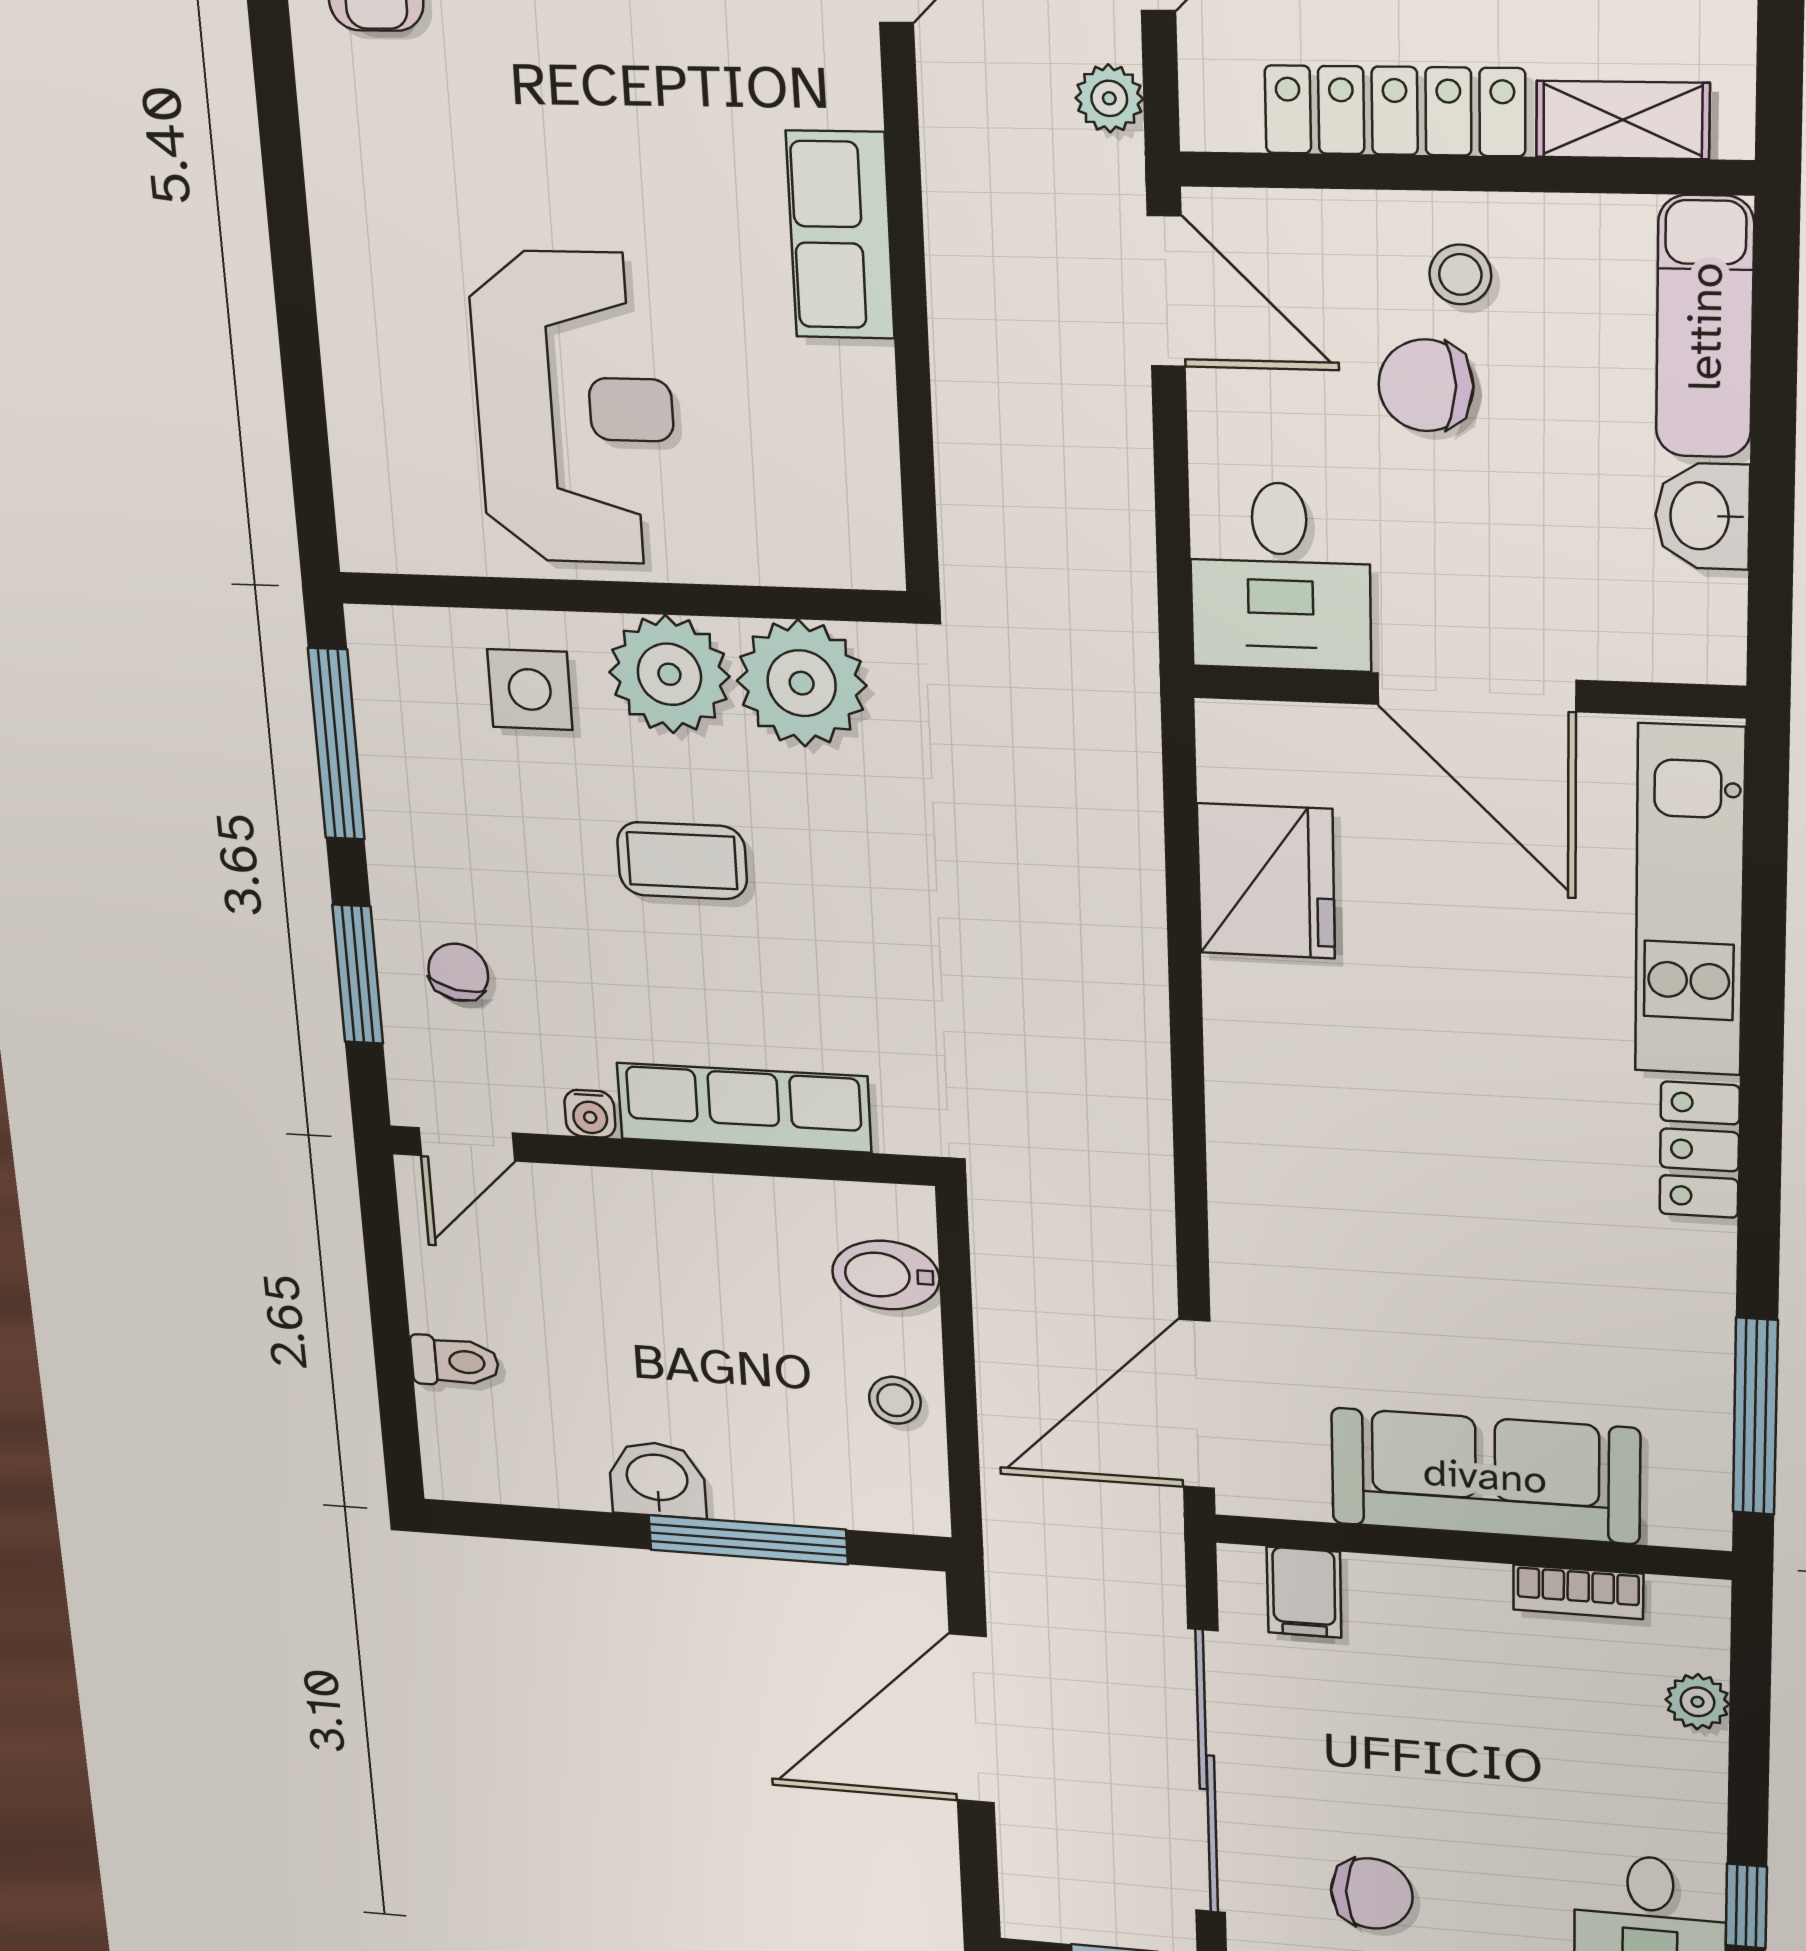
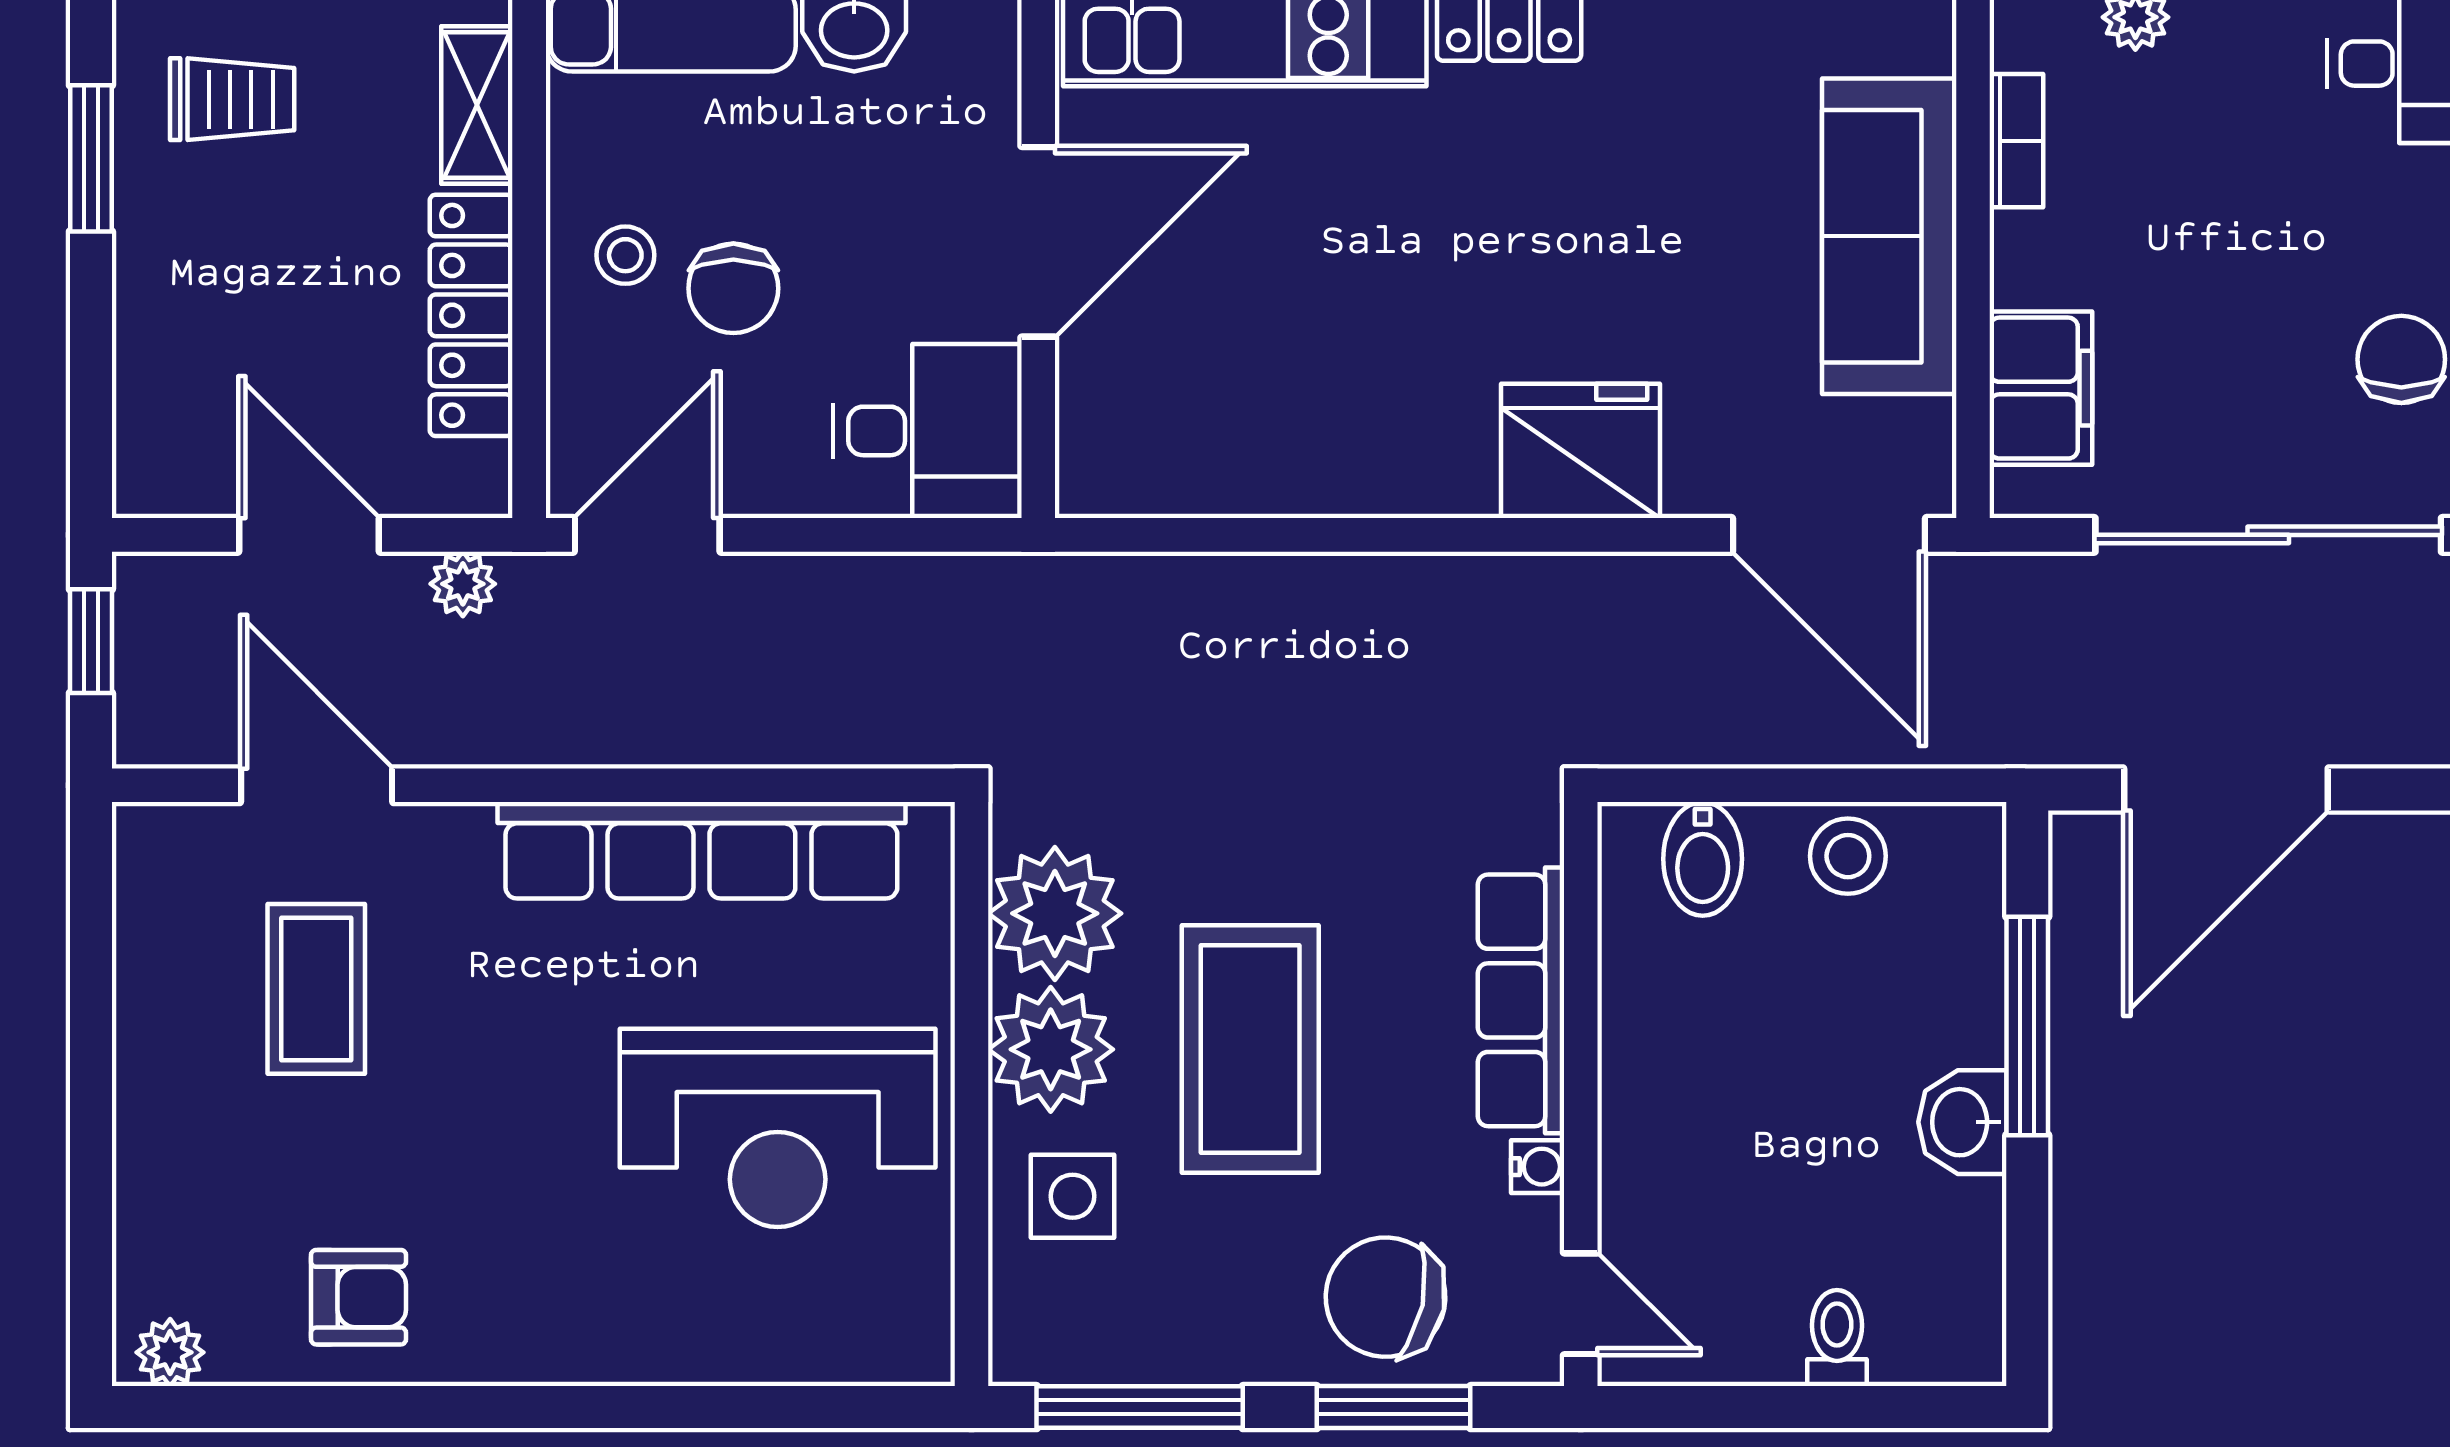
row of seats: (840, 235) -> (701, 850), width x2.02
reception desk: (575, 408) -> (778, 1128), turned 180
coffee table: (682, 861) -> (1250, 1049), width x1.86, depth x1.72
fridge: (1266, 881) -> (1580, 451), moved
chair: (458, 972) -> (1386, 1297), width x1.87, depth x1.87
stool: (895, 1400) -> (1848, 856), width x1.37, depth x1.37
filing cabinet: (1304, 1592) -> (2041, 388), width x2.00
door: (972, 1719) -> (2226, 789), hinge flipped

